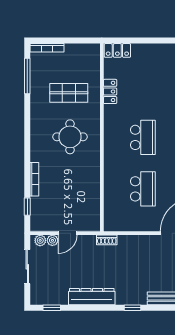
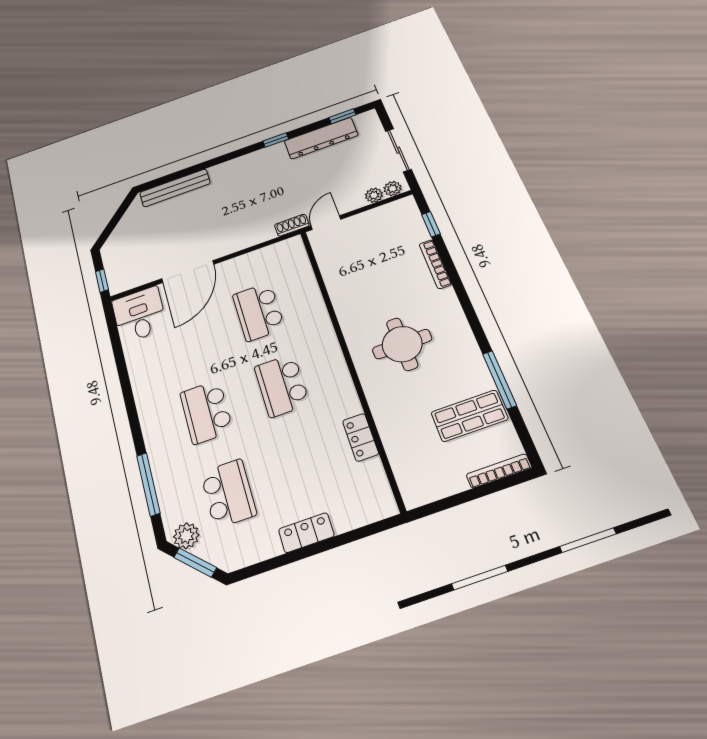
locker: (117, 50) -> (306, 533), moved
window: (27, 76) -> (499, 380), moved
shop shelf: (69, 93) -> (469, 416), moved
door: (68, 233) -> (326, 223), moved
dresser: (92, 297) -> (321, 138), moved
window: (132, 308) -> (276, 140), moved

